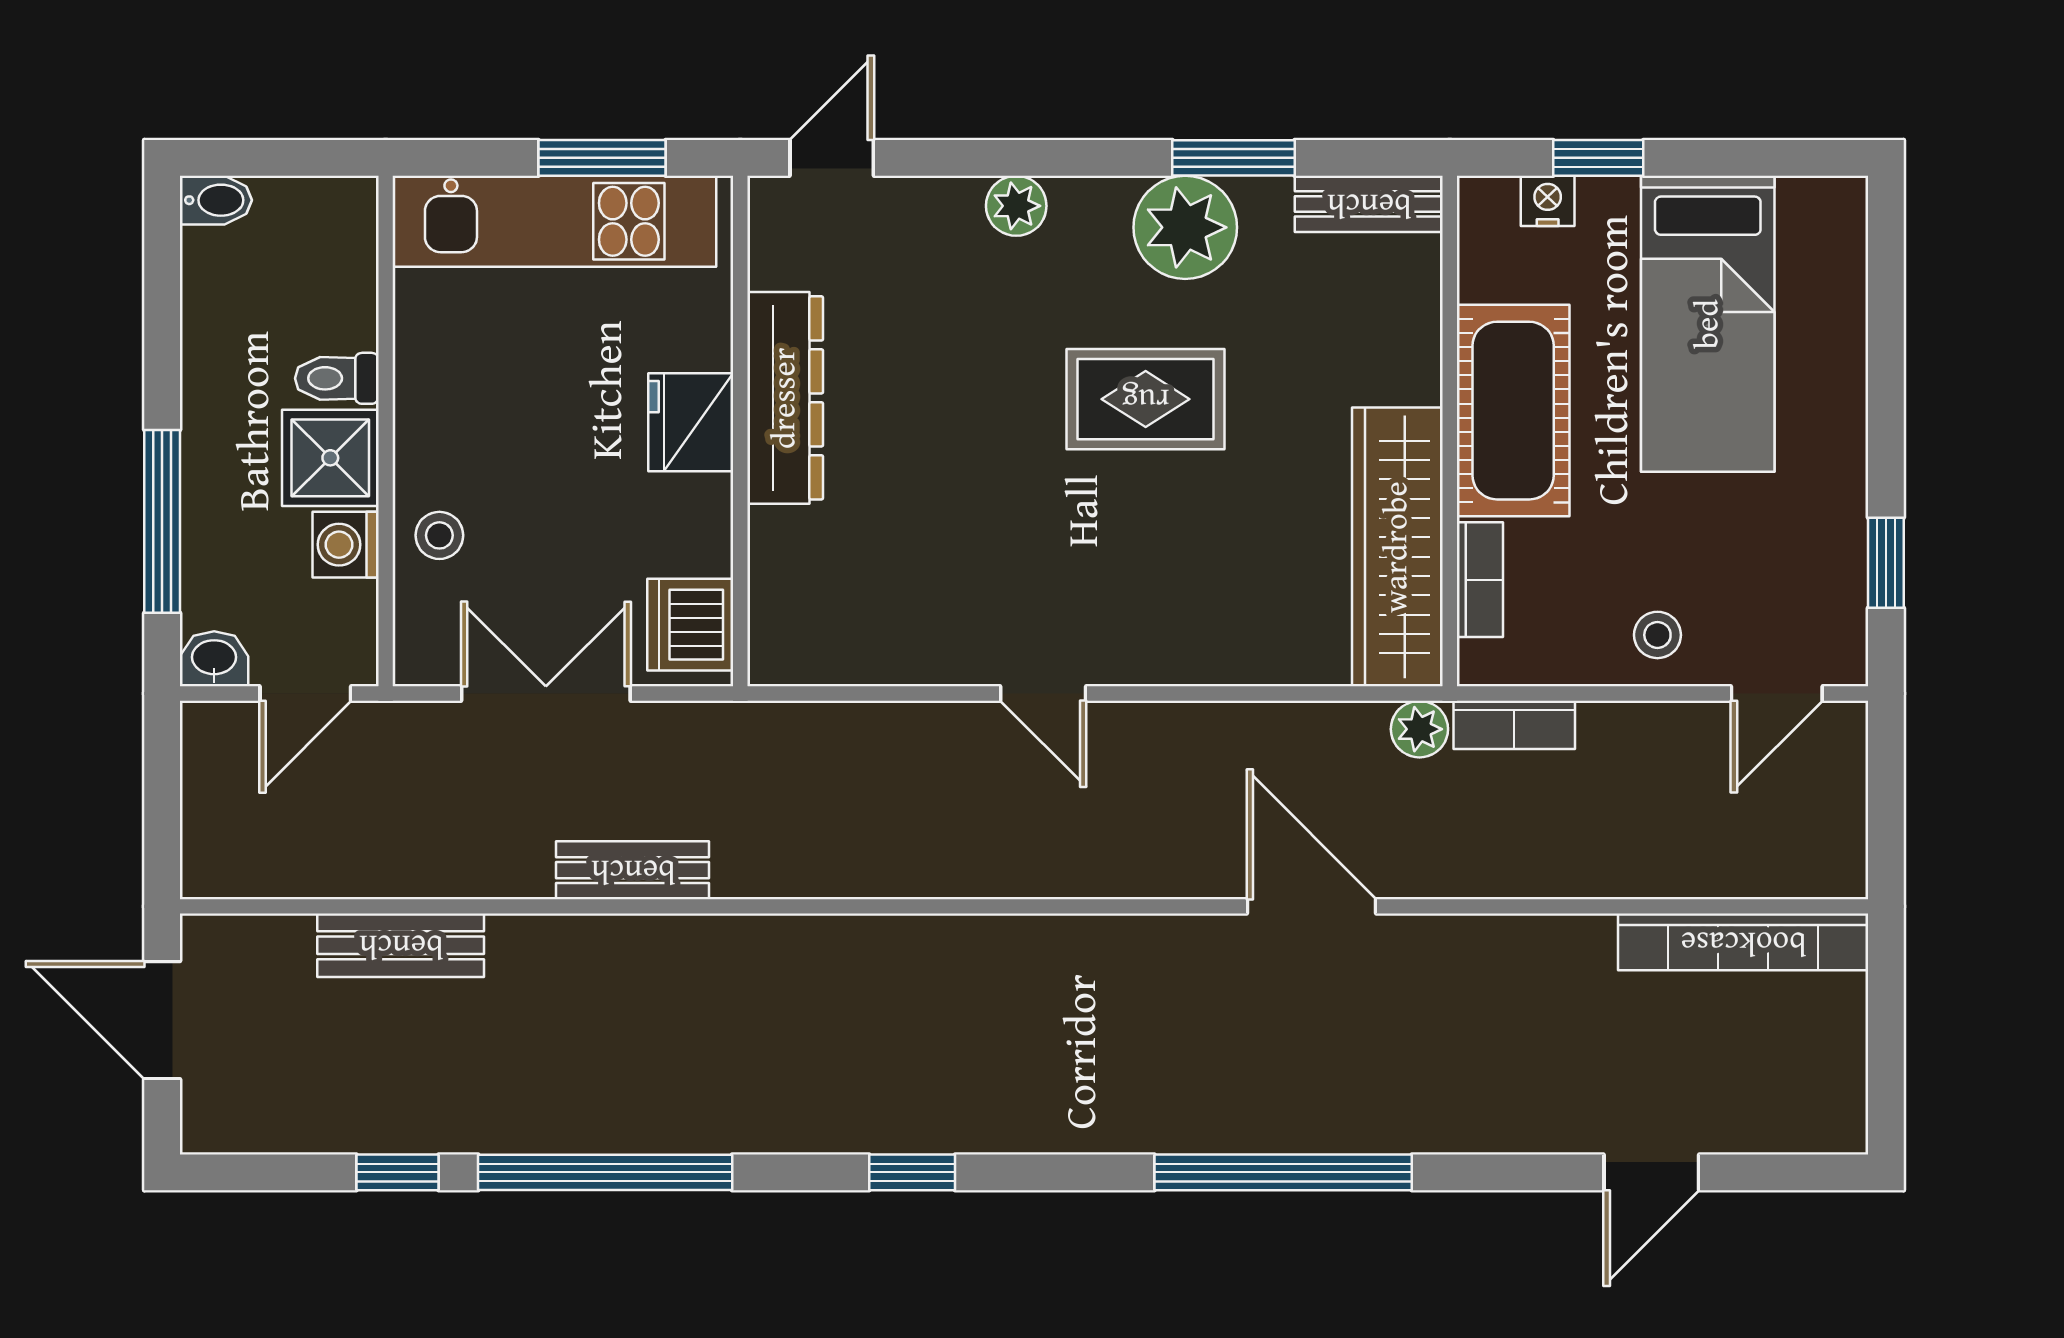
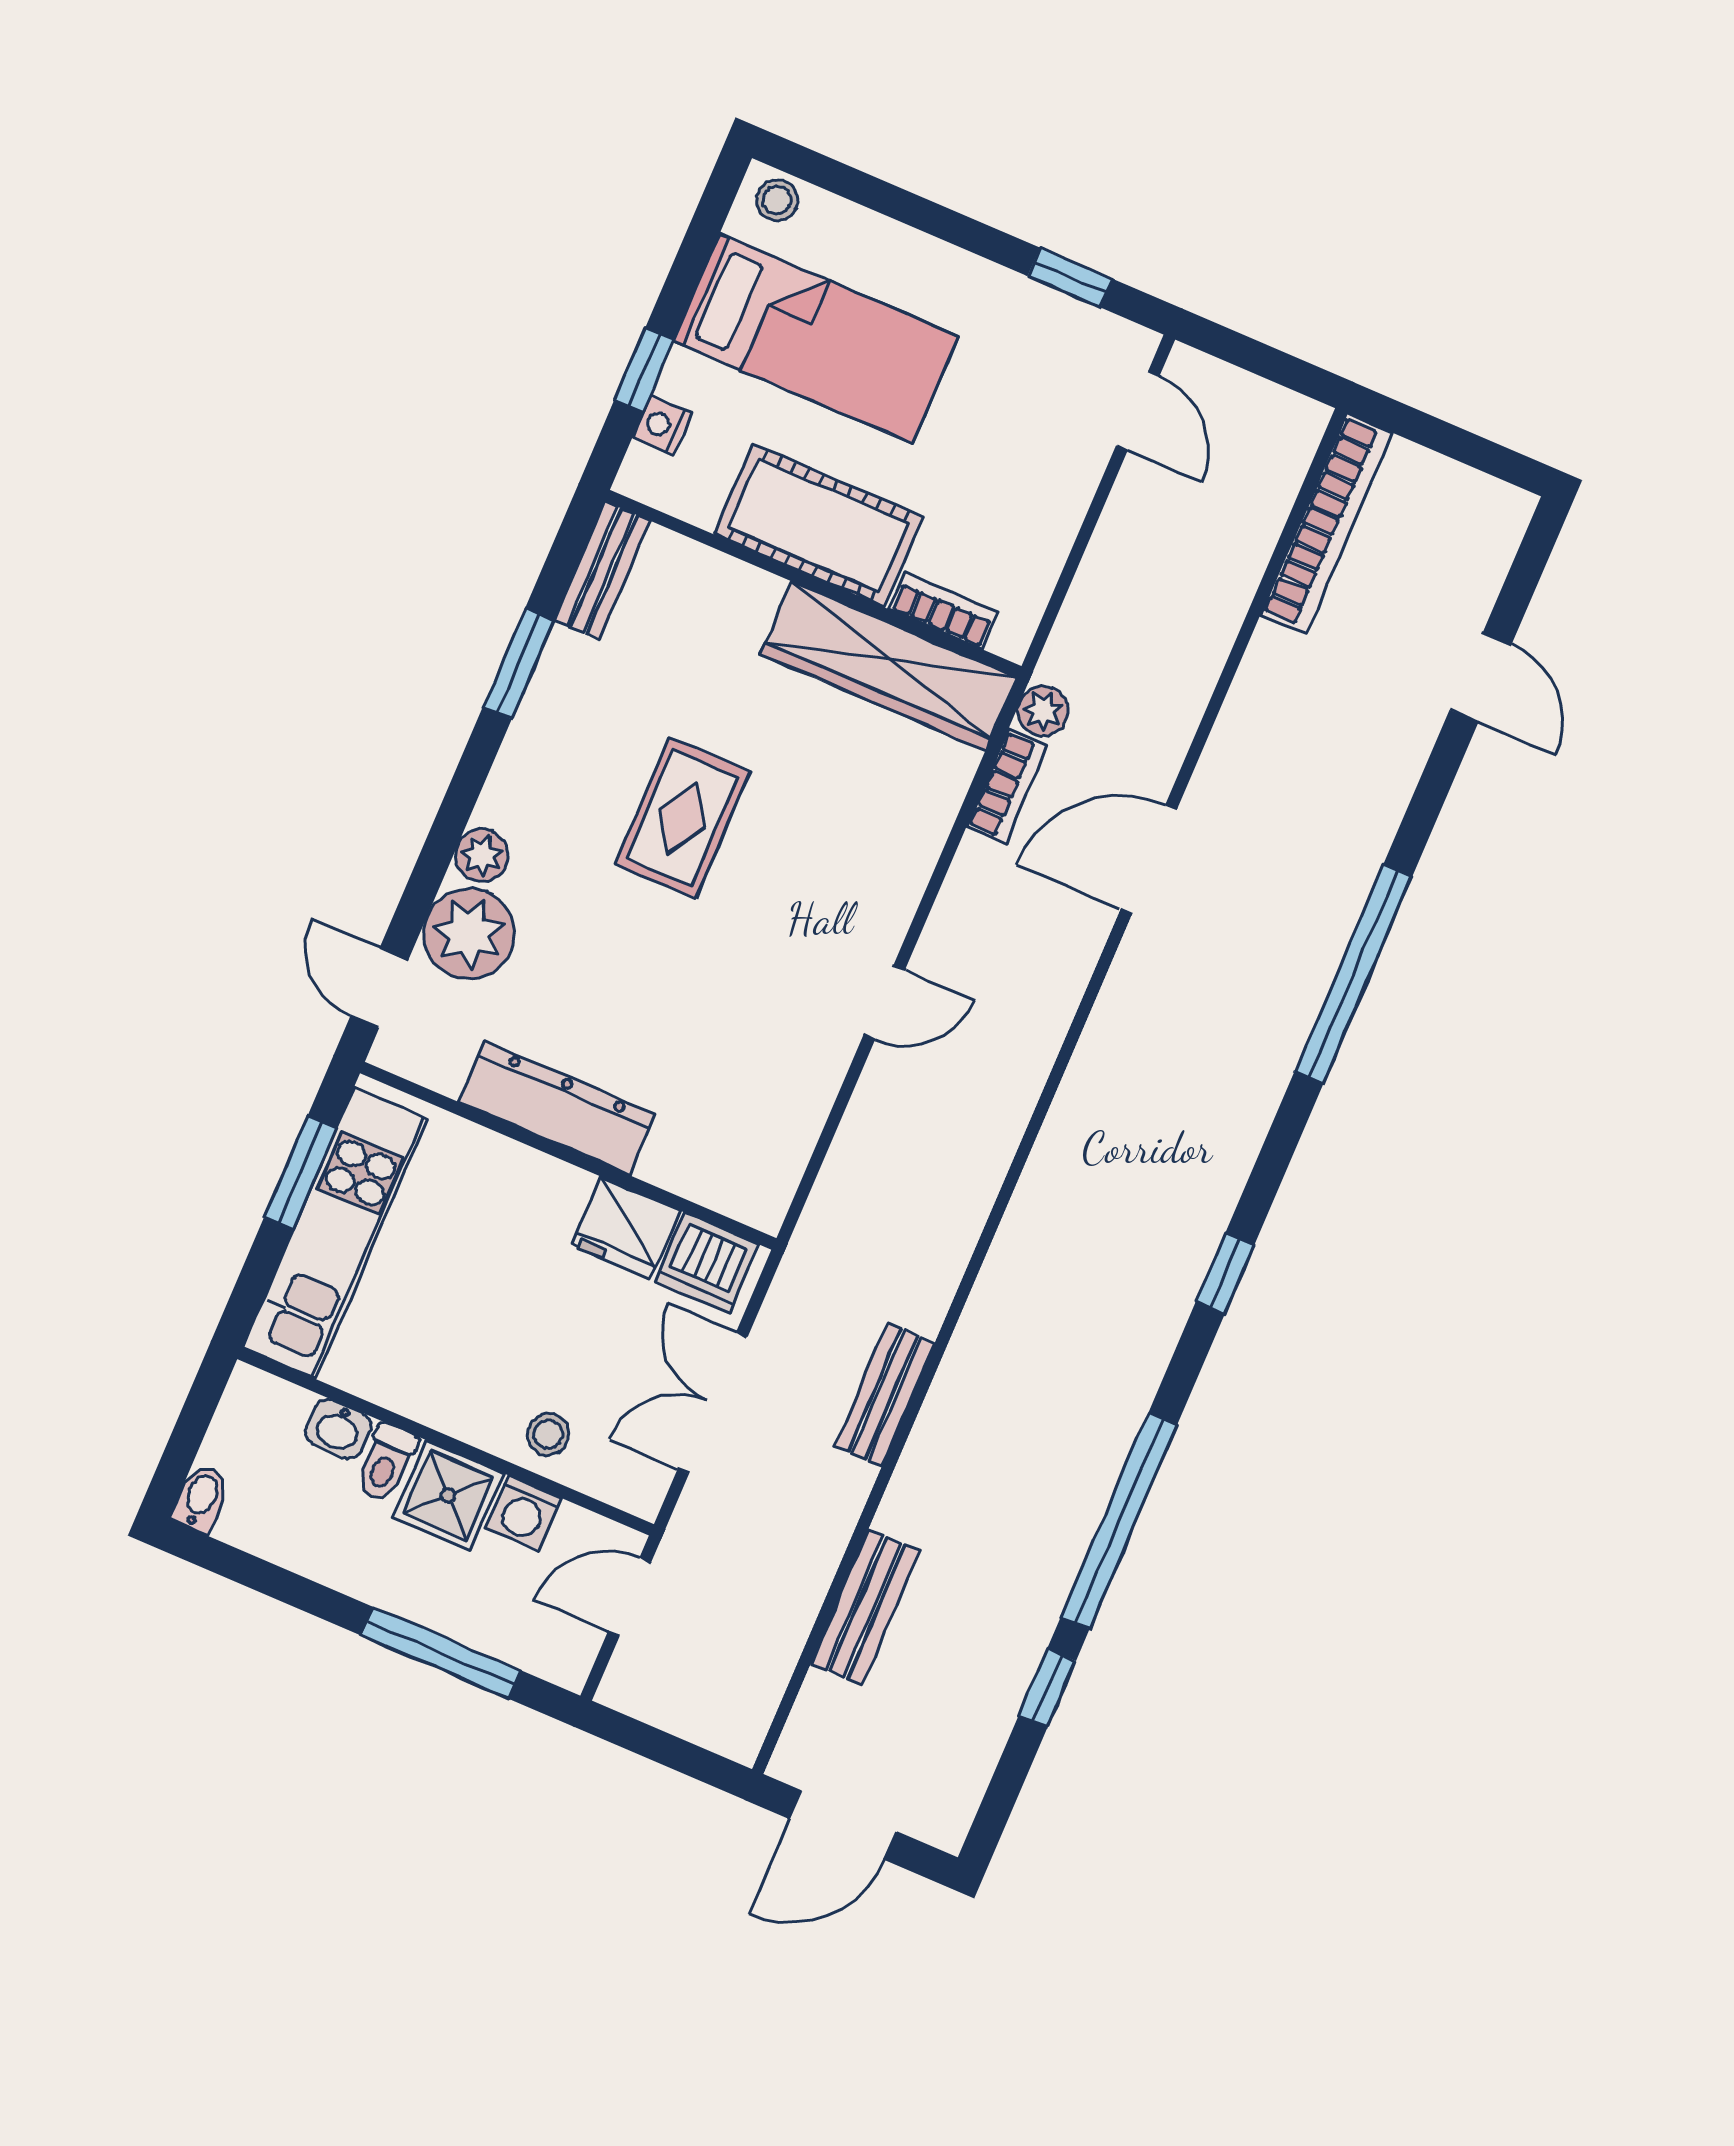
plant: (1185, 227) -> (469, 933), moved
fridge: (691, 422) -> (626, 1228), moved
stool: (1657, 635) -> (777, 200), moved
washbasin: (214, 659) -> (338, 1429), moved, turned -90
door: (305, 694) -> (629, 1597), swing flipped
bookcase: (1514, 725) -> (1007, 786), moved

